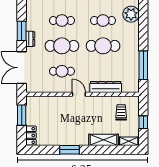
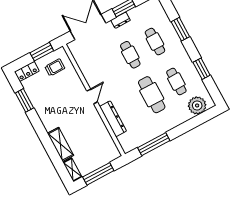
cafe table: (62, 46) -> (130, 55), width x0.73, depth x0.74
cafe table: (62, 71) -> (106, 68), removed
trolley: (121, 112) -> (55, 67), moved
window: (143, 122) -> (98, 174), width x2.17
window: (70, 150) -> (25, 100), moved

